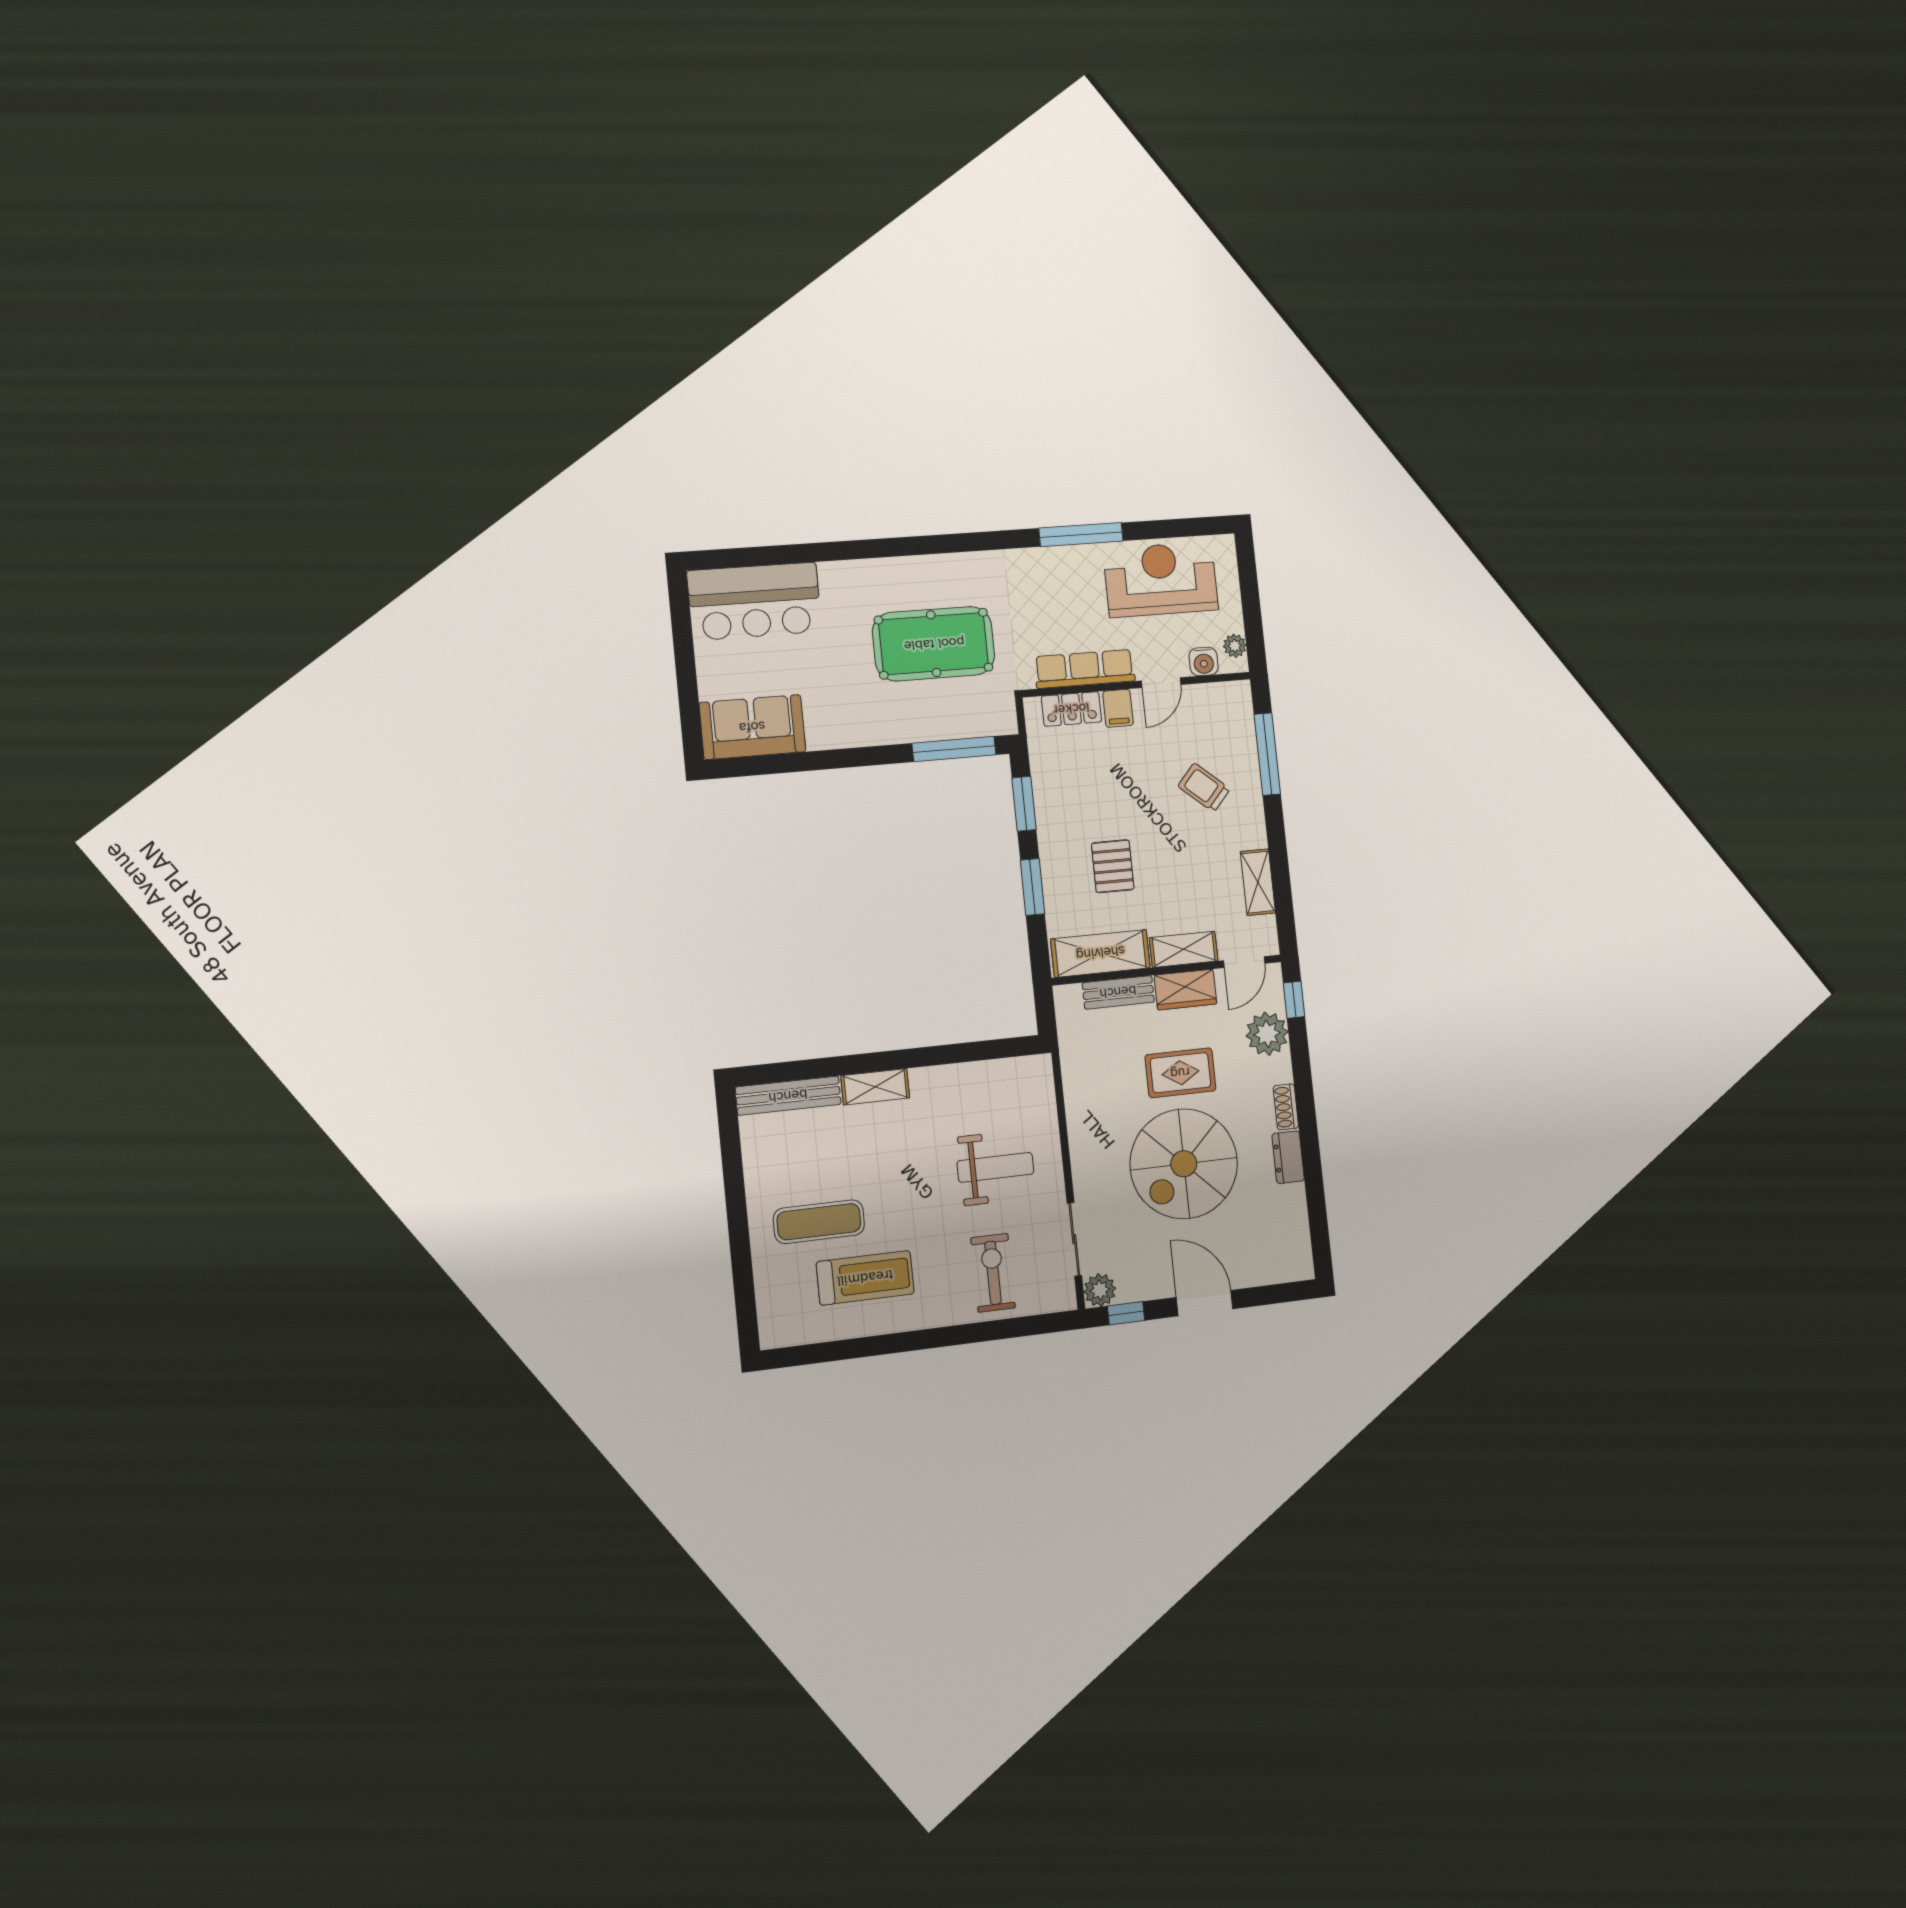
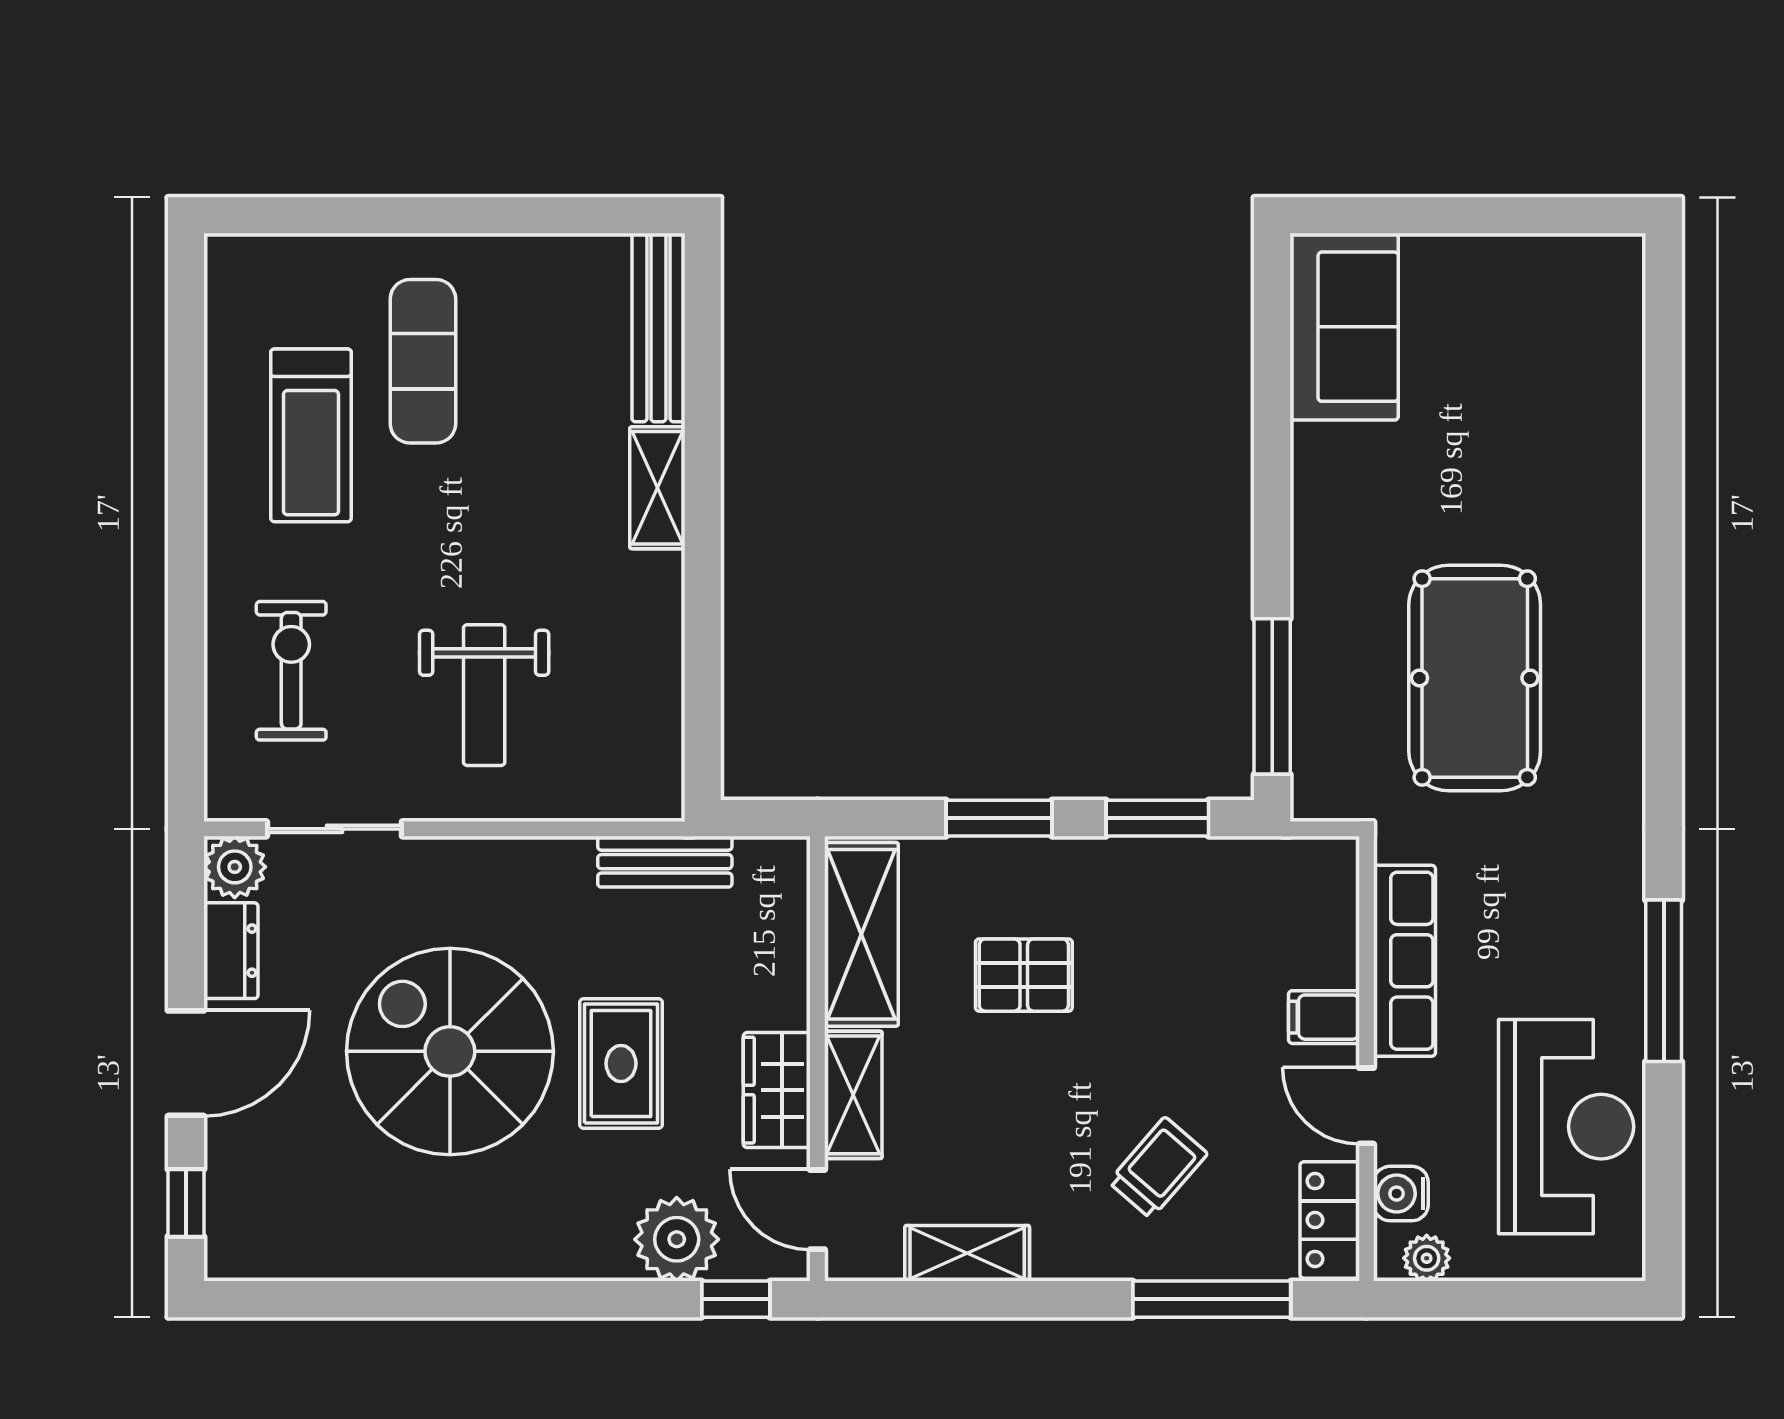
bar counter: (755, 601) -> (1579, 353), removed
locker: (1071, 709) -> (1330, 1220), moved
bench: (1118, 992) -> (665, 862), moved, turned 90
shoe rack: (1286, 1107) -> (534, 1261), removed
dresser: (1288, 1157) -> (231, 951), moved, turned 90
exercise bike: (993, 1273) -> (291, 671), turned -90
window: (1126, 1313) -> (186, 1203), moved

